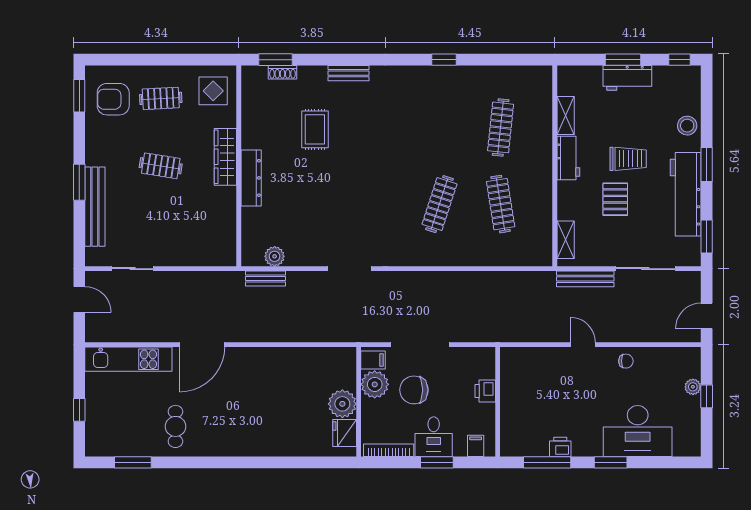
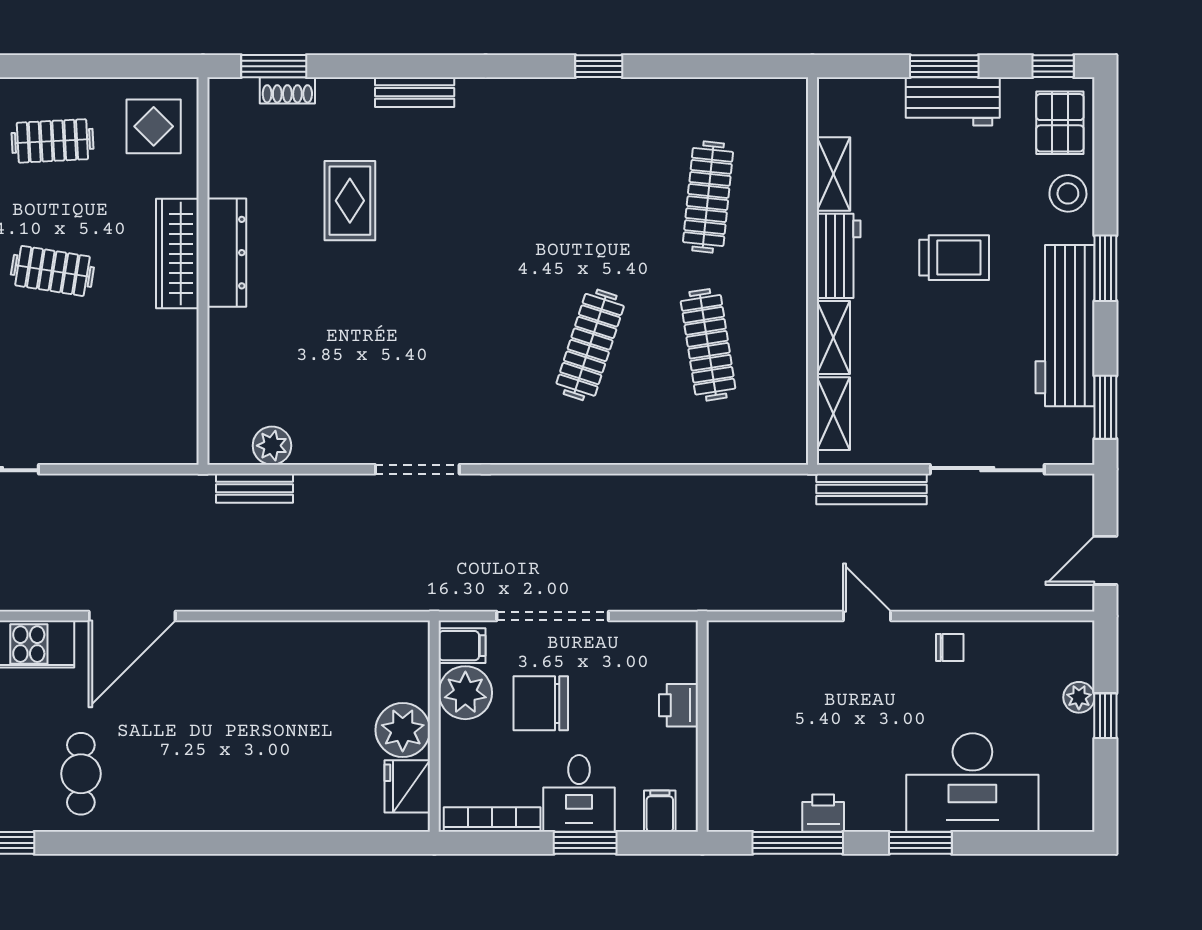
dresser: (251, 178) -> (227, 253), moved
pallet: (615, 199) -> (1060, 123), moved
shelving: (566, 200) -> (833, 338), added

